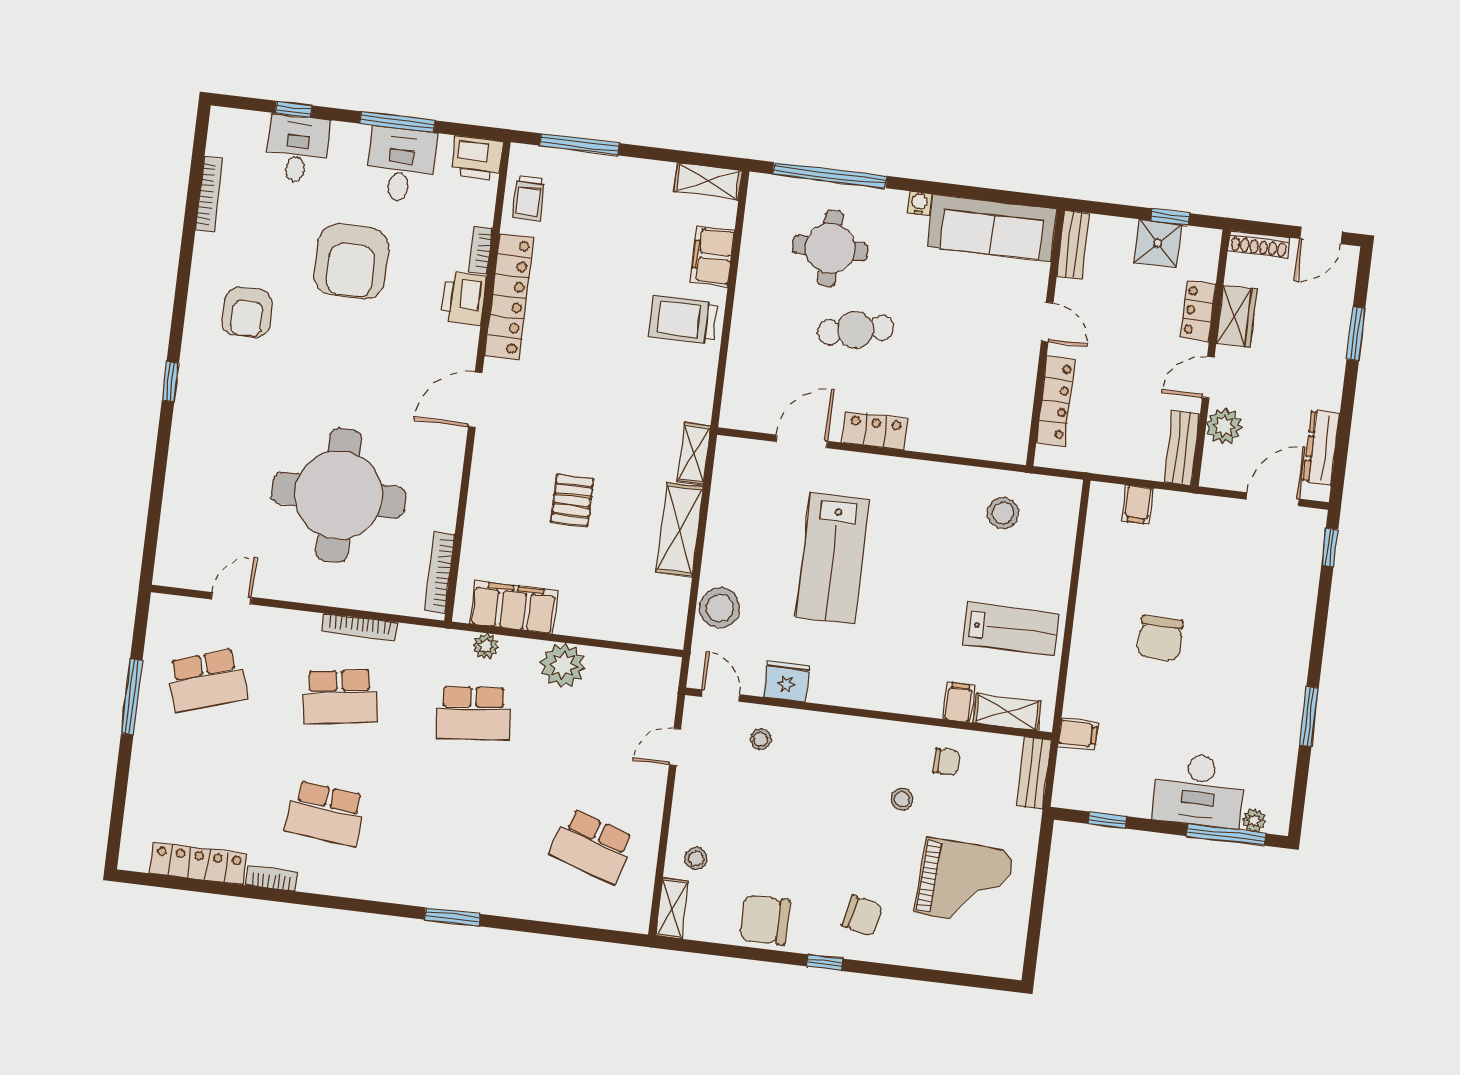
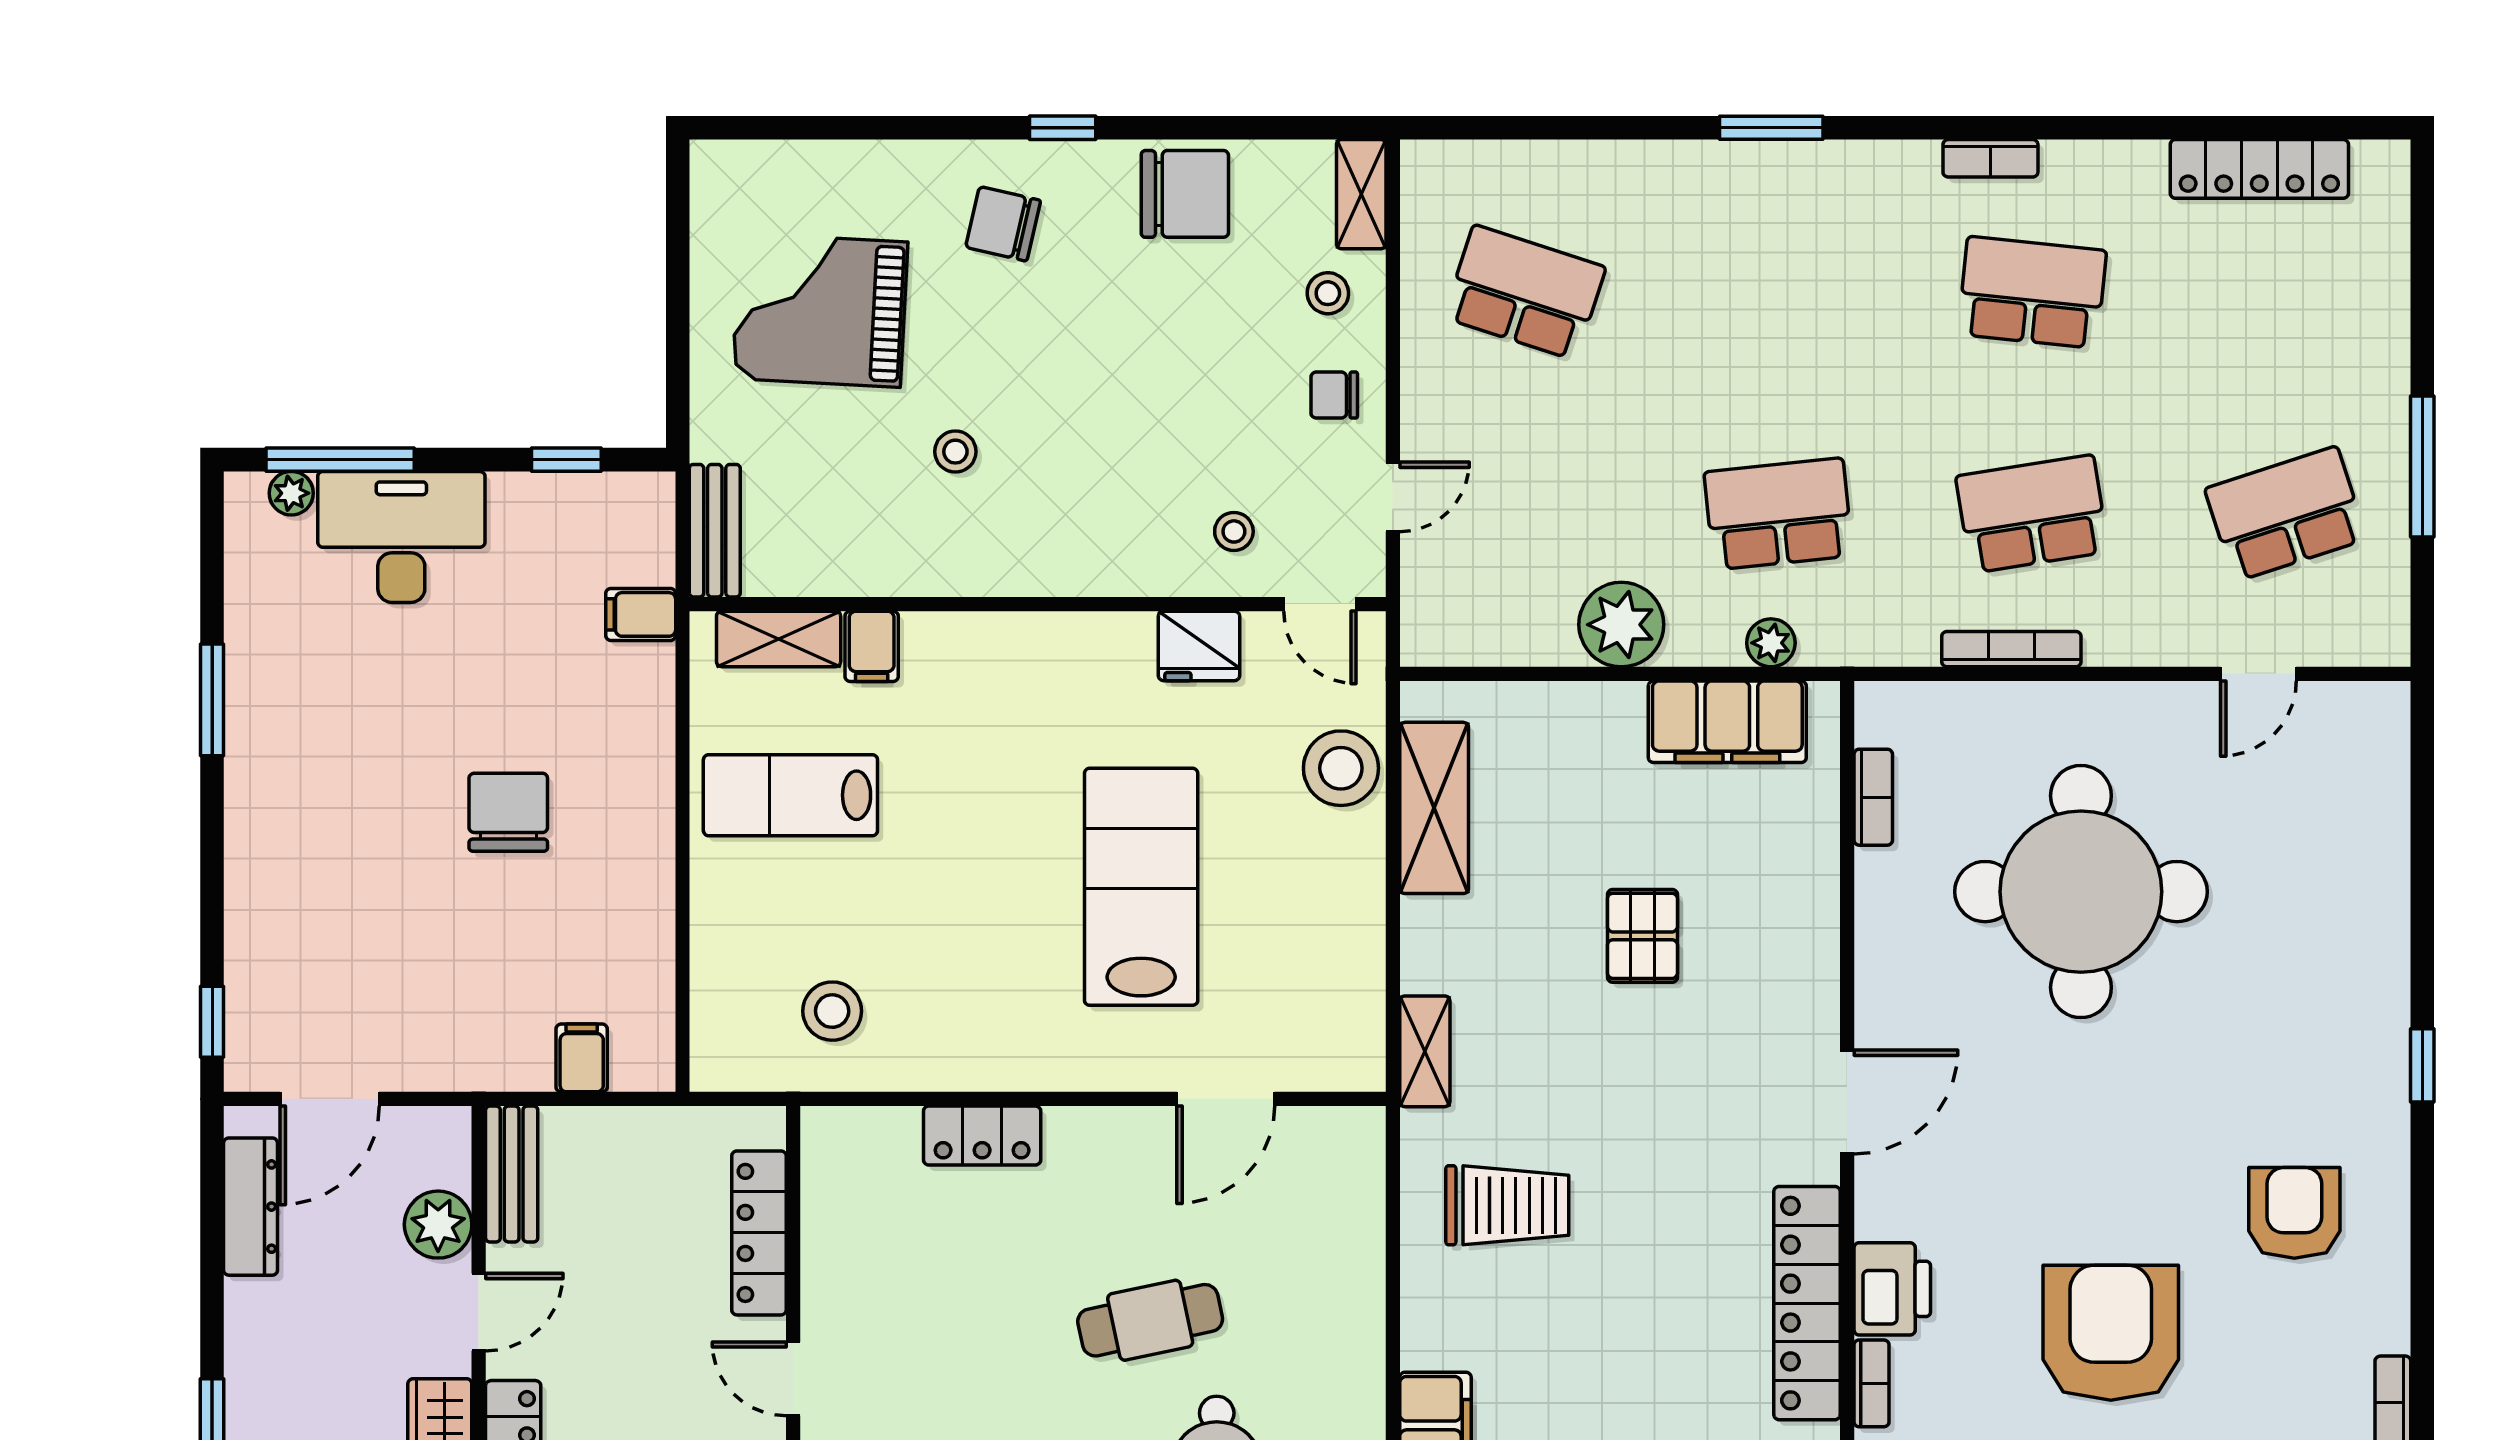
trolley: (684, 319) -> (1507, 1205), moved
locker: (875, 431) -> (982, 1136), moved
shelving: (680, 530) -> (1434, 808), moved
bookcase: (440, 572) -> (1873, 797), width x0.64
chair: (946, 762) -> (1334, 395), moved
bookcase: (272, 878) -> (1990, 158), moved

